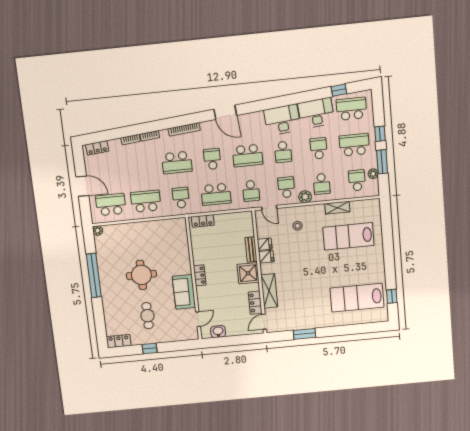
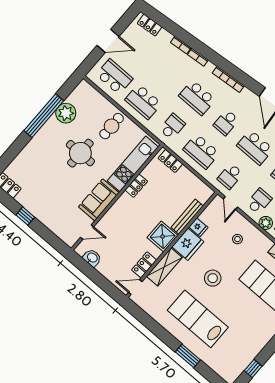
school desk: (212, 159) -> (226, 122), turned 180
door: (82, 186) -> (108, 41), hinge flipped
school desk: (146, 201) -> (143, 102), turned 180
plant: (98, 231) -> (66, 113), moved, width x1.88, depth x1.88
kitchen unit: (181, 247) -> (133, 164), added
bench: (251, 249) -> (187, 217), width x1.36
fridge: (266, 257) -> (188, 244), width x1.88, depth x1.34
stool: (307, 267) -> (213, 278), added
locker: (200, 275) -> (136, 186), moved
lab bench: (357, 298) -> (198, 319), moved
cafe table: (148, 316) -> (112, 126), moved
window: (304, 334) -> (188, 356), moved

